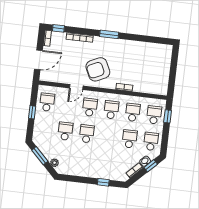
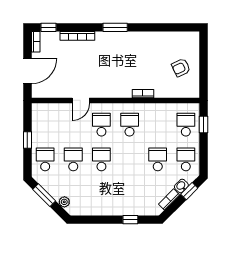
armchair: (98, 69) -> (181, 68), moved, width x0.53, depth x0.53
school desk: (47, 102) -> (45, 159), moved
school desk: (133, 112) -> (158, 125), removed

